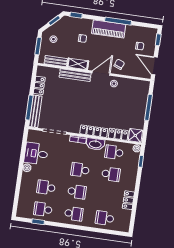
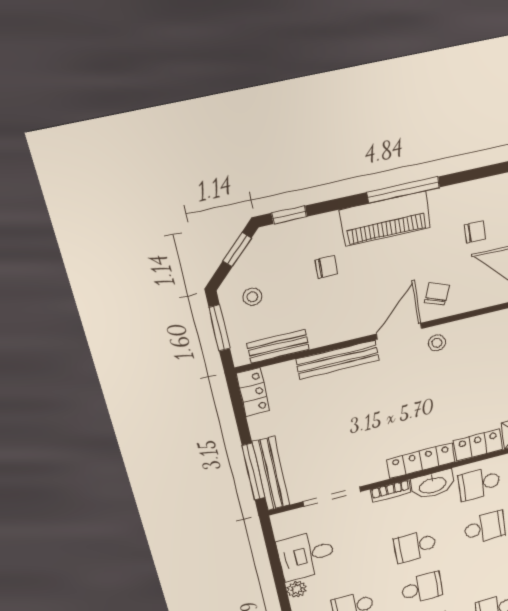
shelving: (78, 64) -> (335, 332), removed
locker: (39, 85) -> (253, 392), moved

